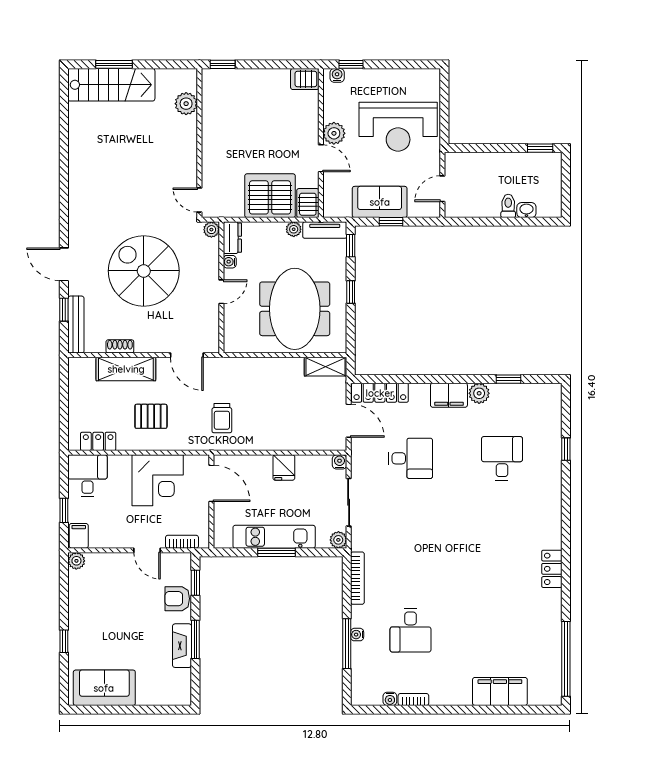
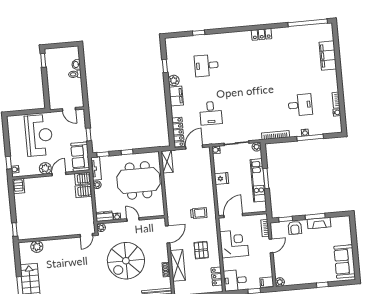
server rack: (270, 196) -> (84, 191), width x0.46, depth x0.70
sofa: (380, 202) -> (80, 157), moved
desk: (411, 458) -> (211, 113), turned 180

